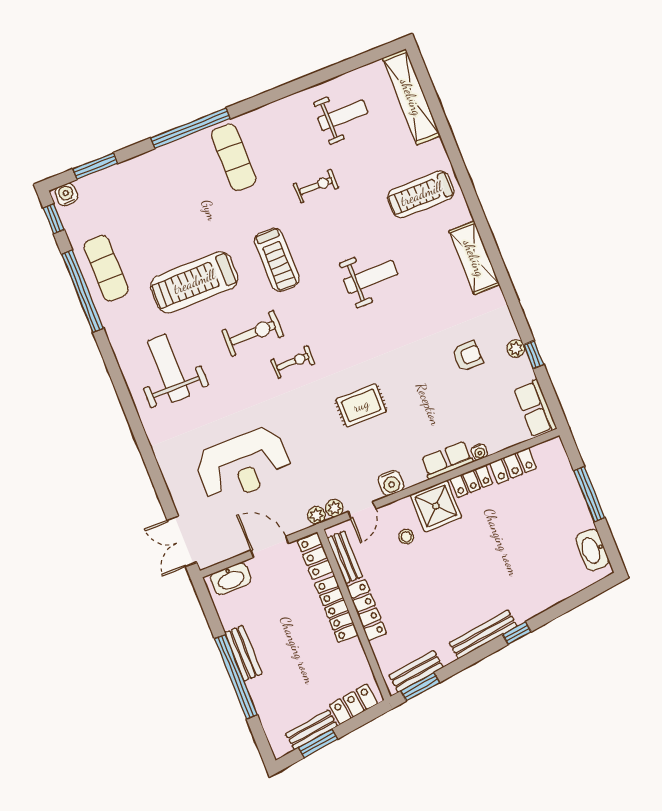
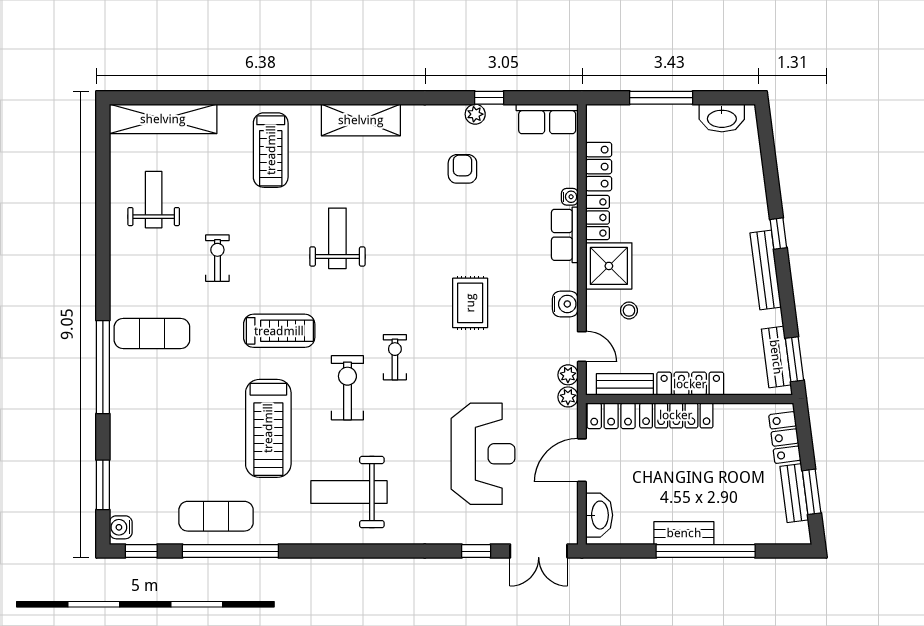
window: (162, 490) -> (476, 551), added

